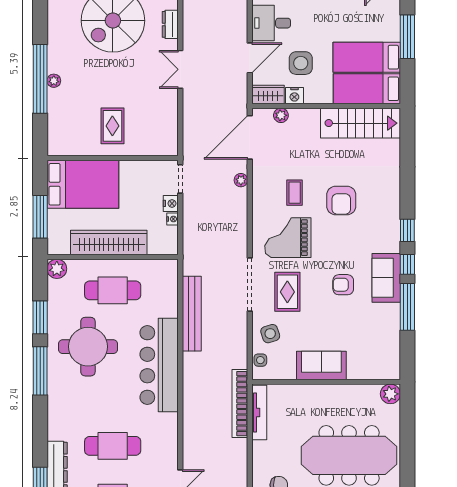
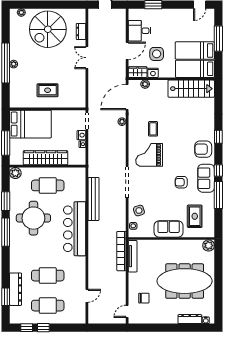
rug: (112, 126) -> (48, 90), turned 90
armchair: (341, 201) -> (203, 149), moved, turned 90
window: (407, 230) -> (218, 137), moved
rug: (287, 292) -> (195, 216), moved

